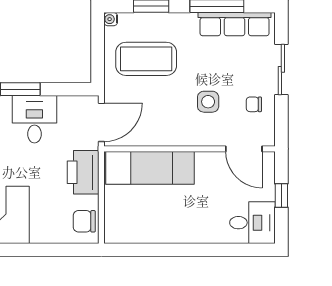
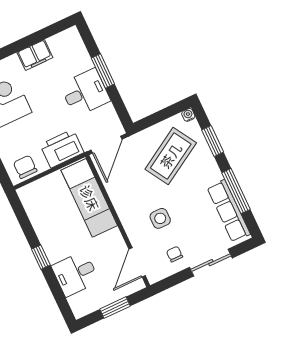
coffee table: (146, 59) -> (171, 156), turned 59
door: (101, 122) -> (106, 145), hinge flipped
window: (281, 195) -> (115, 308), width x1.50
desk: (252, 223) -> (75, 274), moved, turned 90
window: (189, 250) -> (41, 257), added

